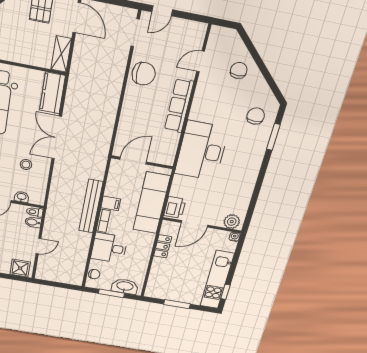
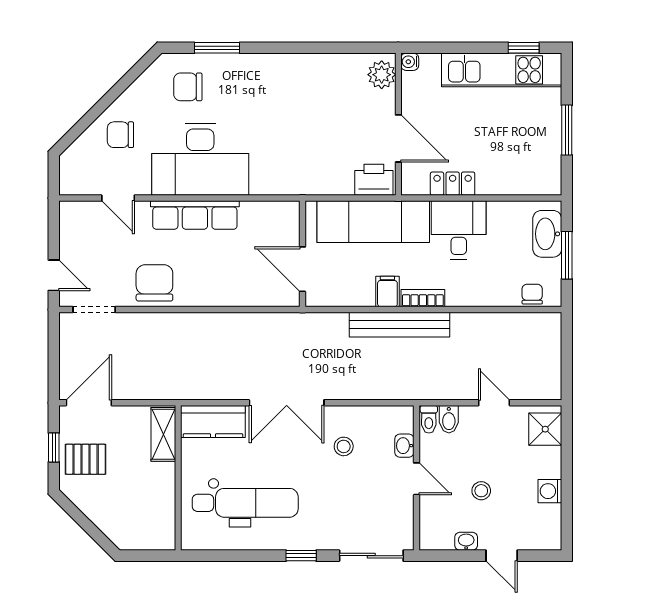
shelving: (61, 54) -> (163, 434), moved, turned 90
desk: (202, 151) -> (200, 159), moved
desk: (109, 248) -> (459, 230), moved, turned 180

